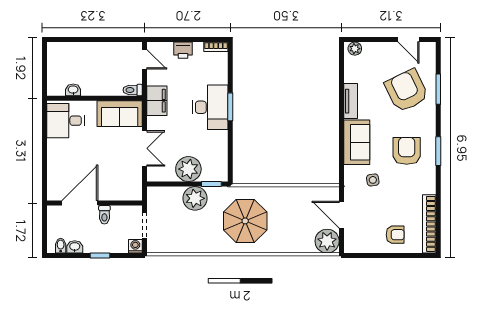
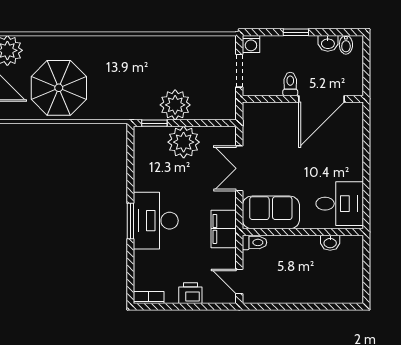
parasol: (245, 221) -> (59, 88), moved

